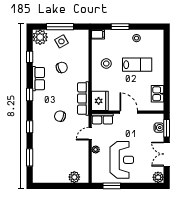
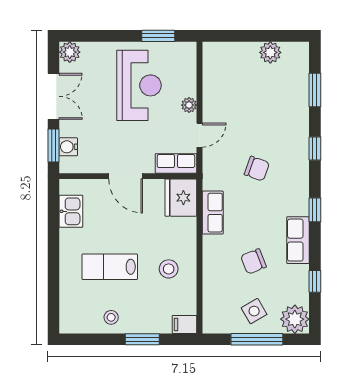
row of seats: (83, 98) -> (213, 213), width x0.68
reception desk: (122, 160) -> (139, 85), turned 180
plant: (74, 177) -> (270, 52), moved

